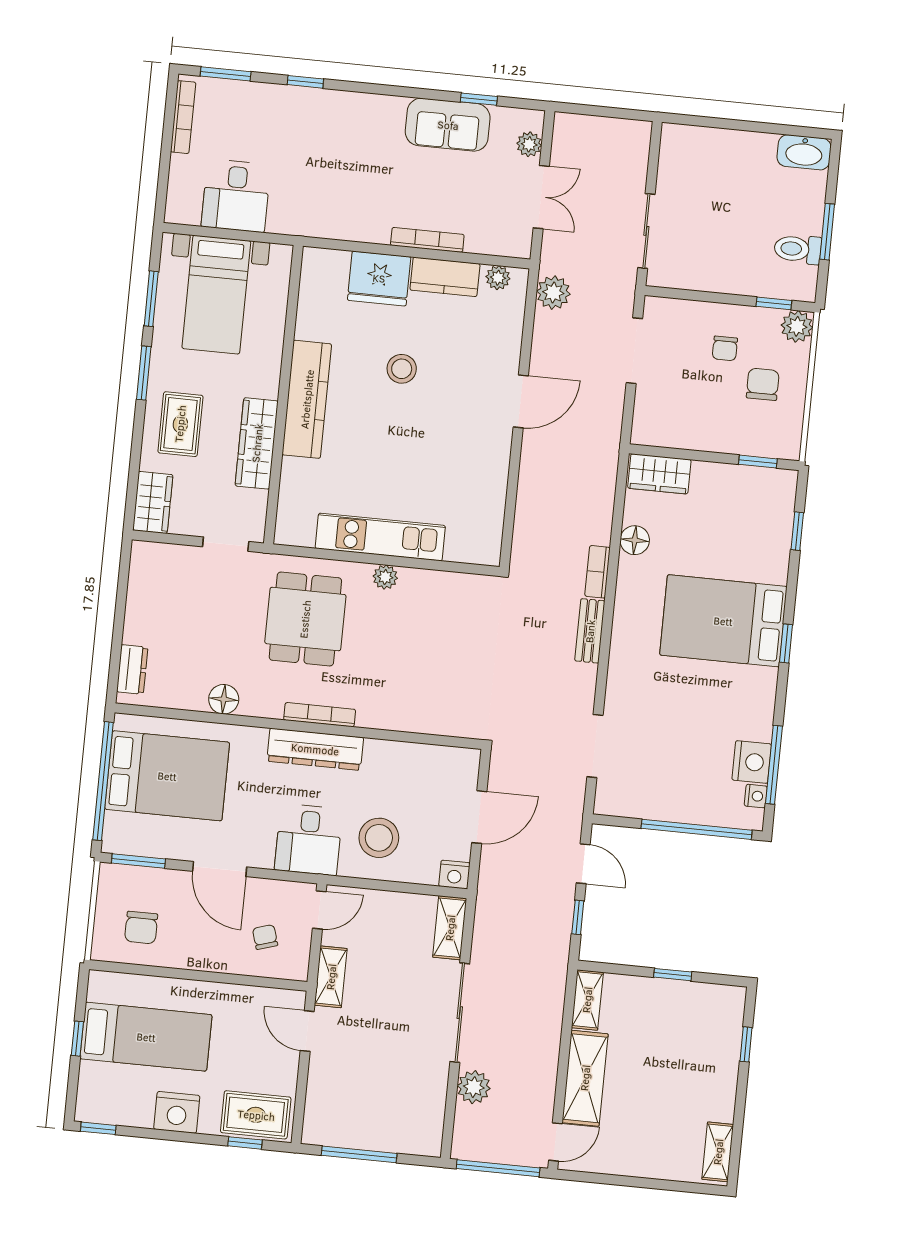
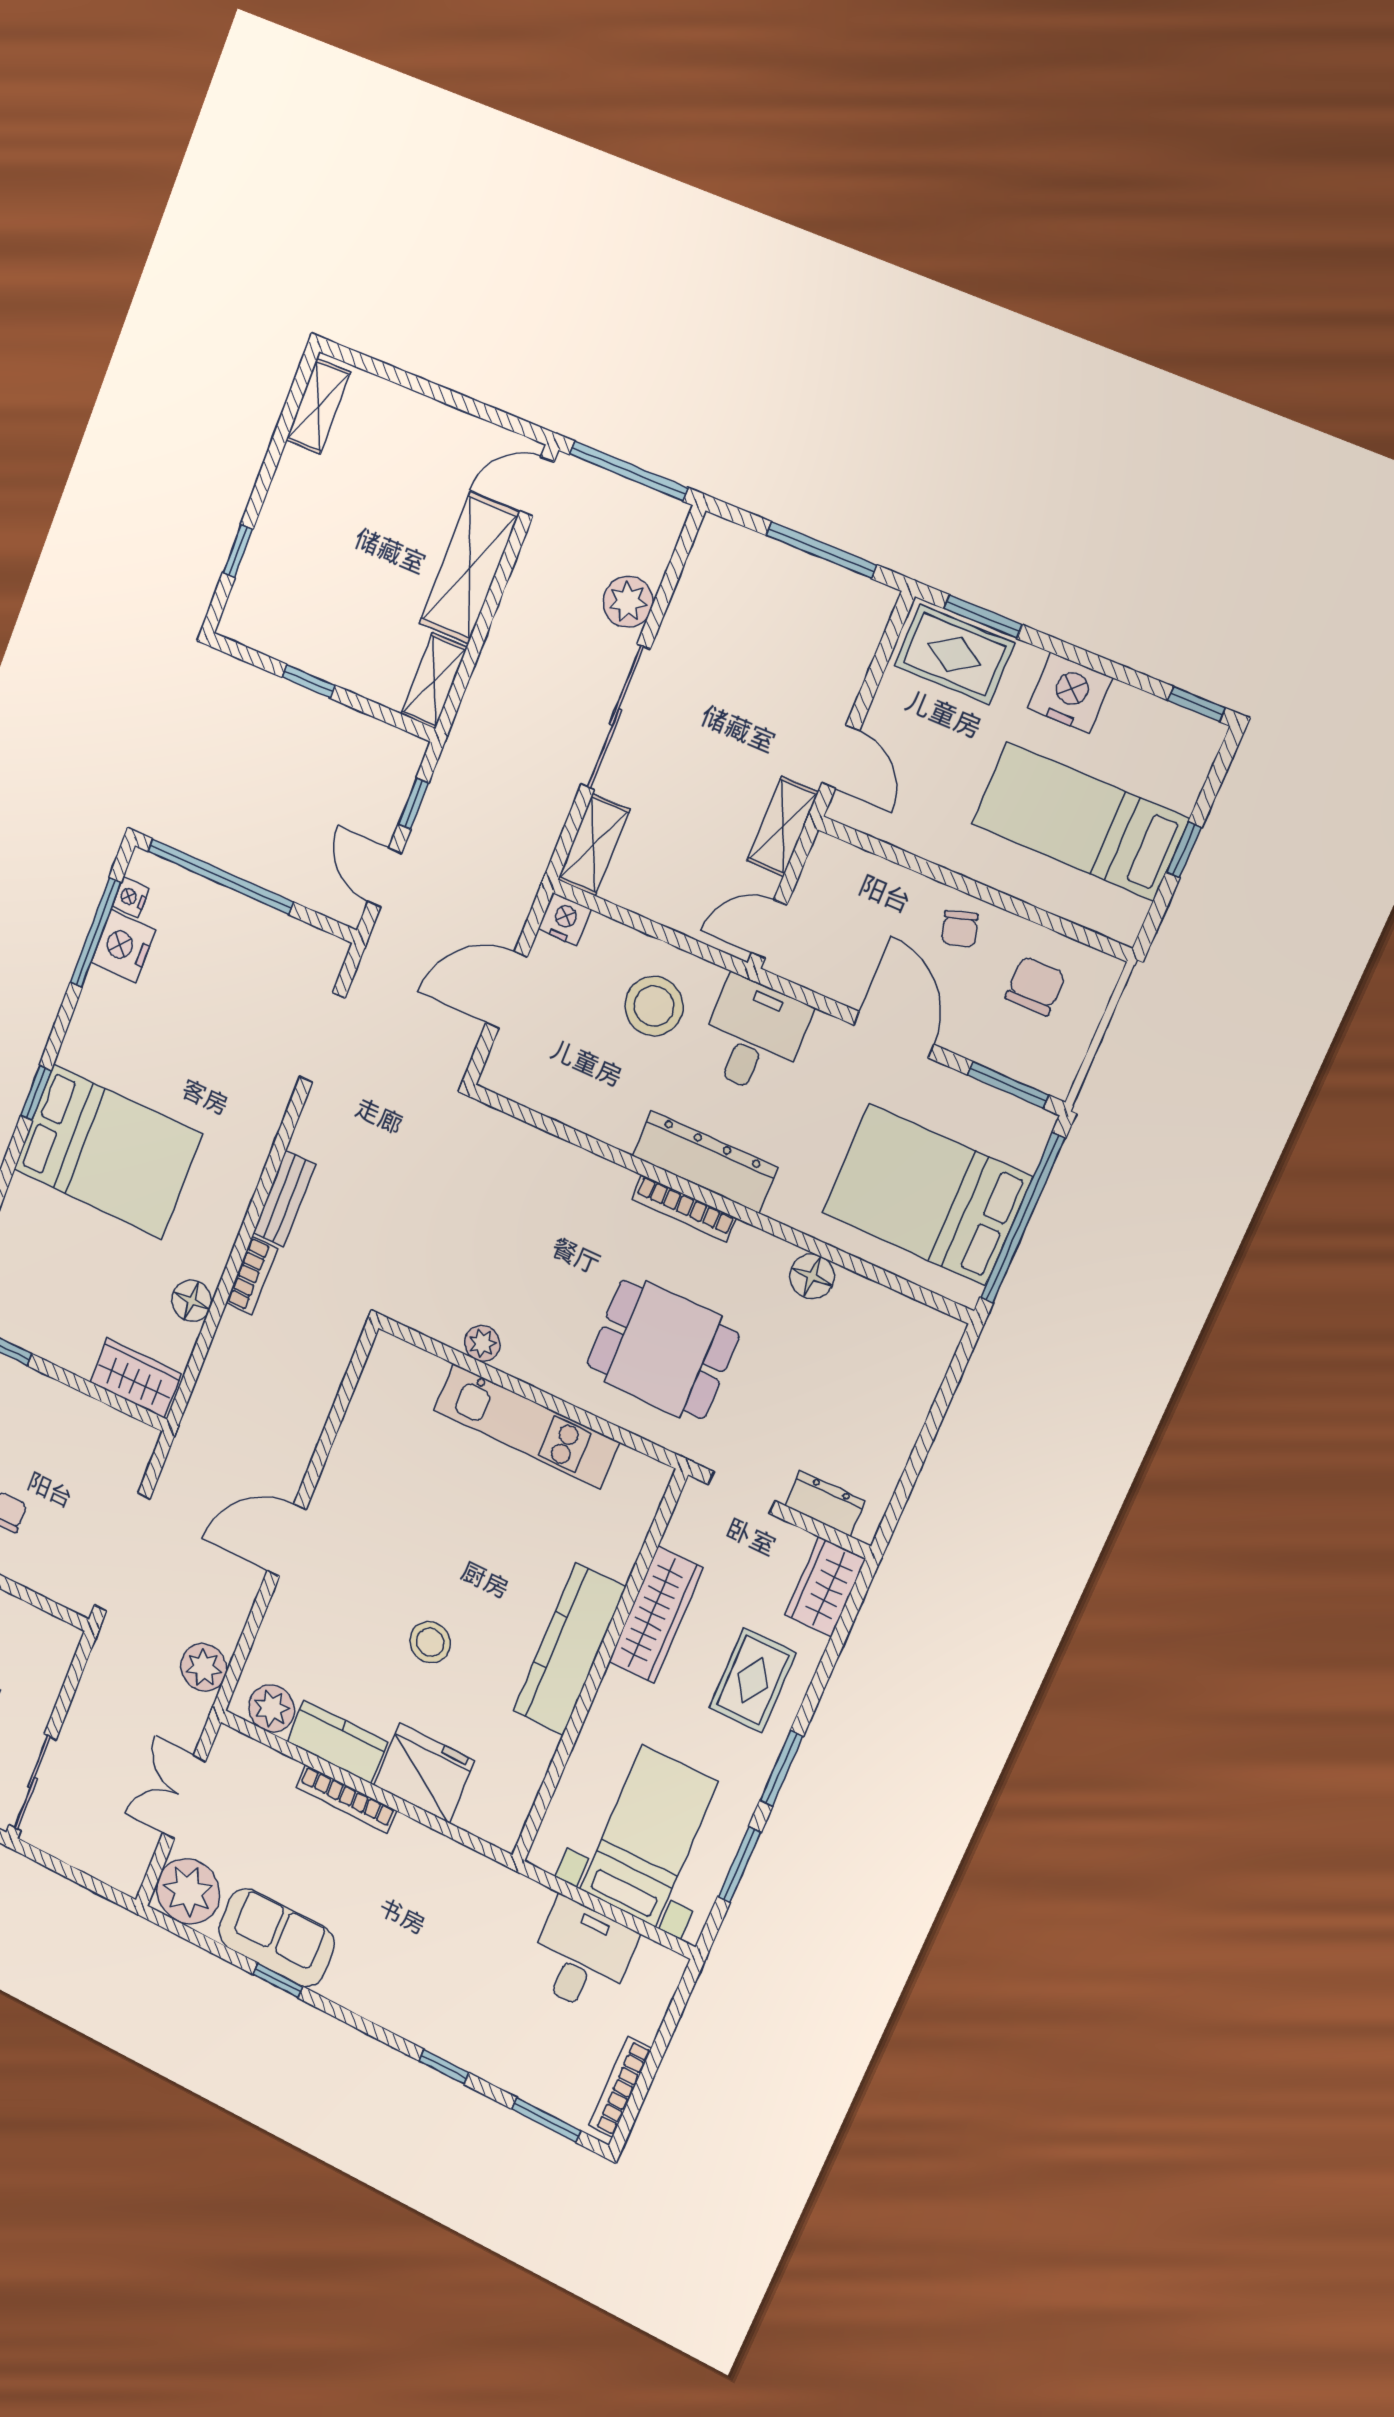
window: (479, 99) -> (278, 1980), moved
plant: (529, 144) -> (188, 1891), width x1.88, depth x1.88
sliding door: (646, 231) -> (32, 1782), moved
plant: (498, 278) -> (272, 1708), width x1.38, depth x1.38
doorway: (634, 351) -> (122, 1552), width x1.36
plant: (385, 577) -> (482, 1343), moved
dining table: (305, 619) -> (663, 1349), turned 90
dresser: (132, 669) -> (825, 1503), moved, turned 90
chair: (265, 937) -> (960, 929), moved
window: (245, 1143) -> (983, 617), width x1.50

